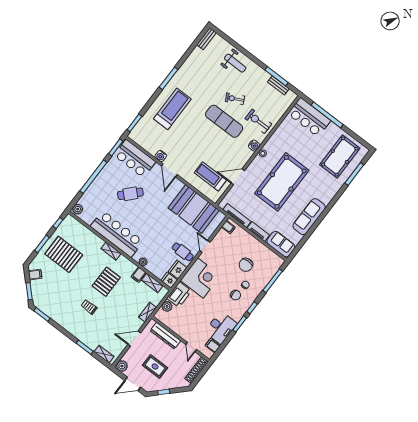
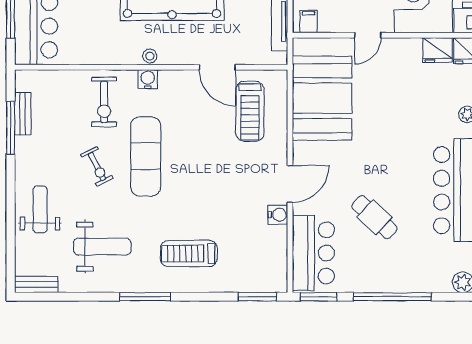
weight bench: (201, 77) -> (102, 247), added
treadmill: (172, 109) -> (189, 254), width x0.73, depth x0.73
cafe table: (183, 252) -> (403, 63), removed

